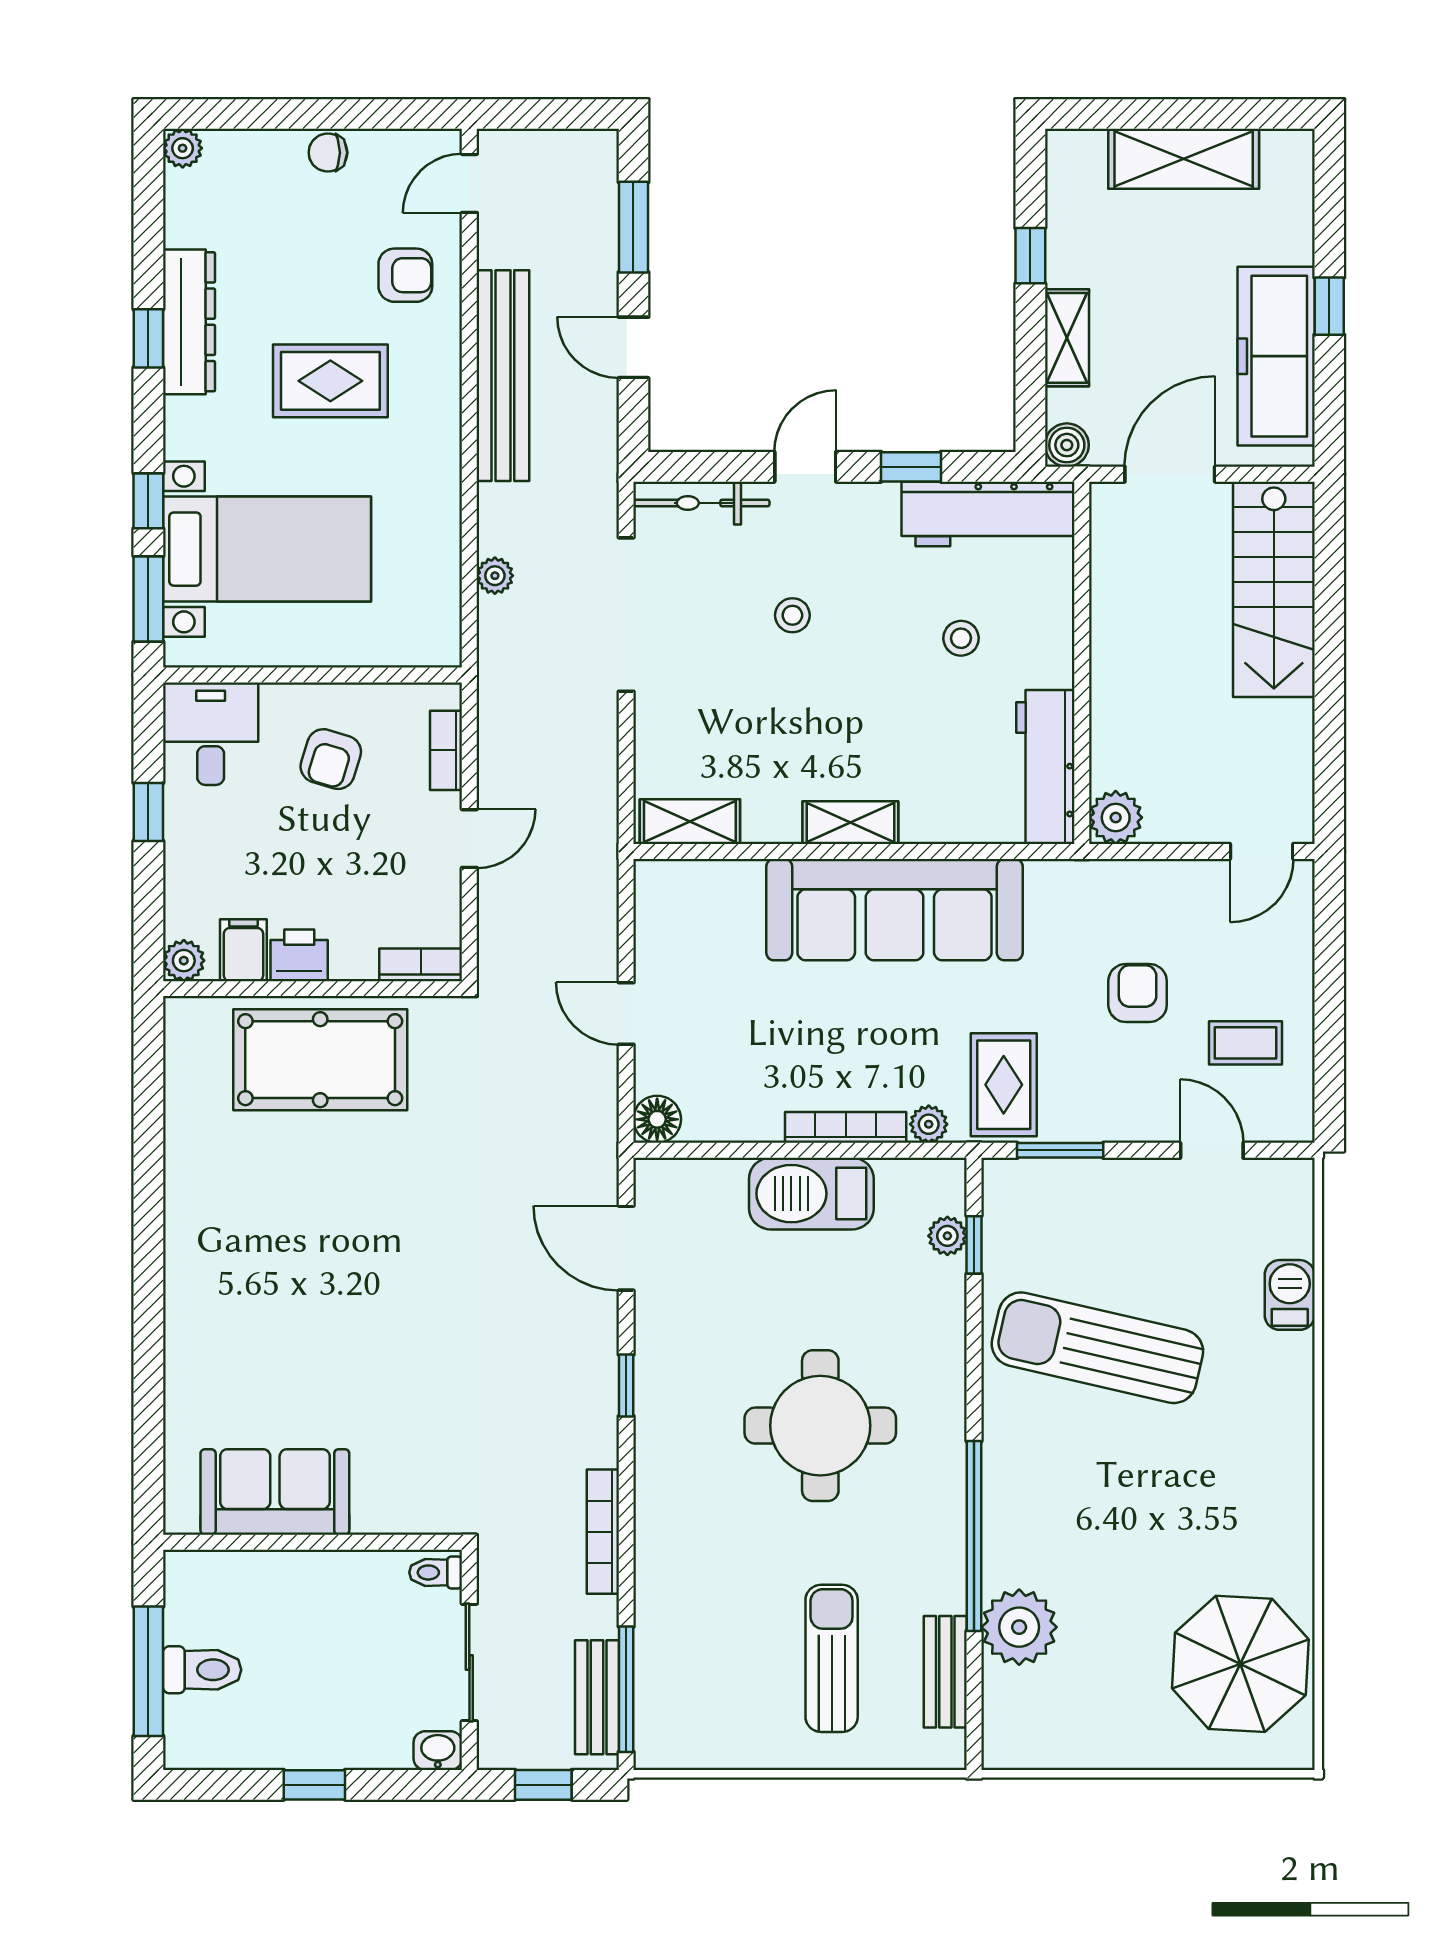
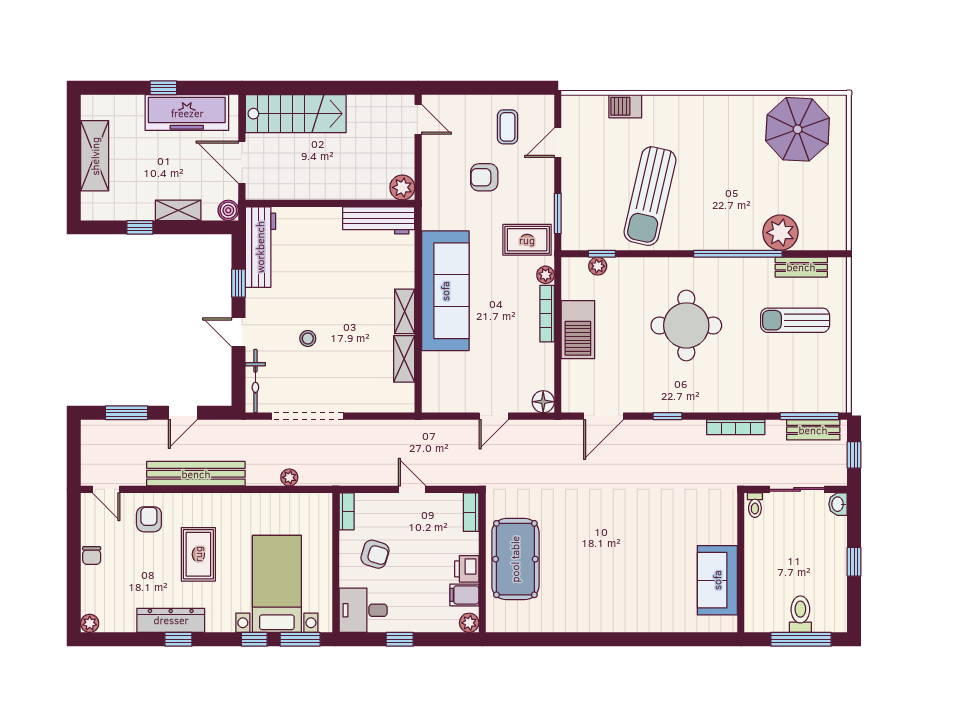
stool: (961, 638) -> (319, 260), removed
bookcase: (446, 750) -> (347, 511), moved, turned -90
shelving: (690, 822) -> (404, 359), moved

